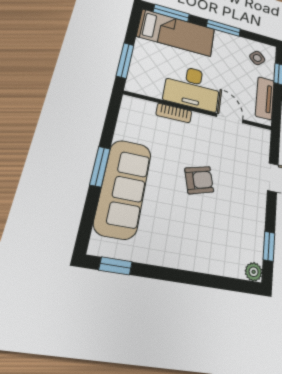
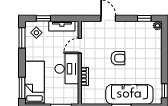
window: (223, 28) -> (22, 38), moved
armchair: (199, 180) -> (118, 58), turned 106

